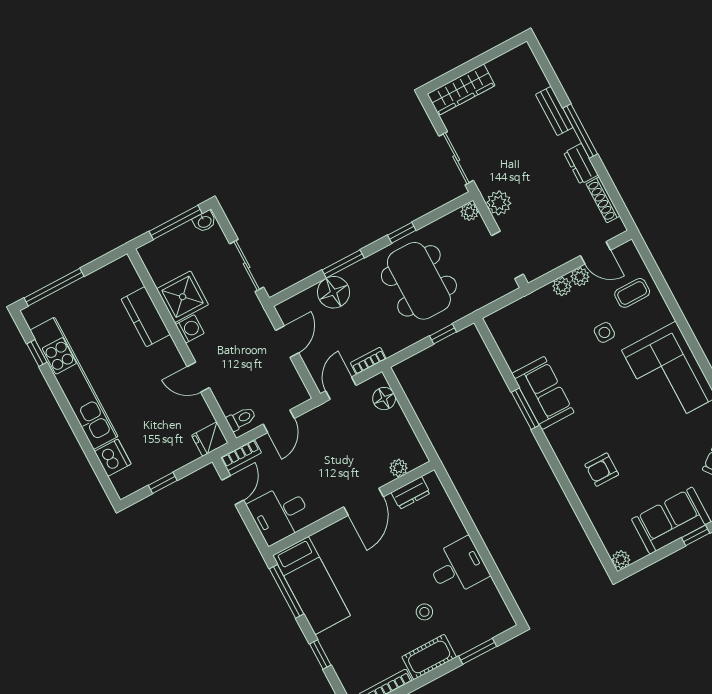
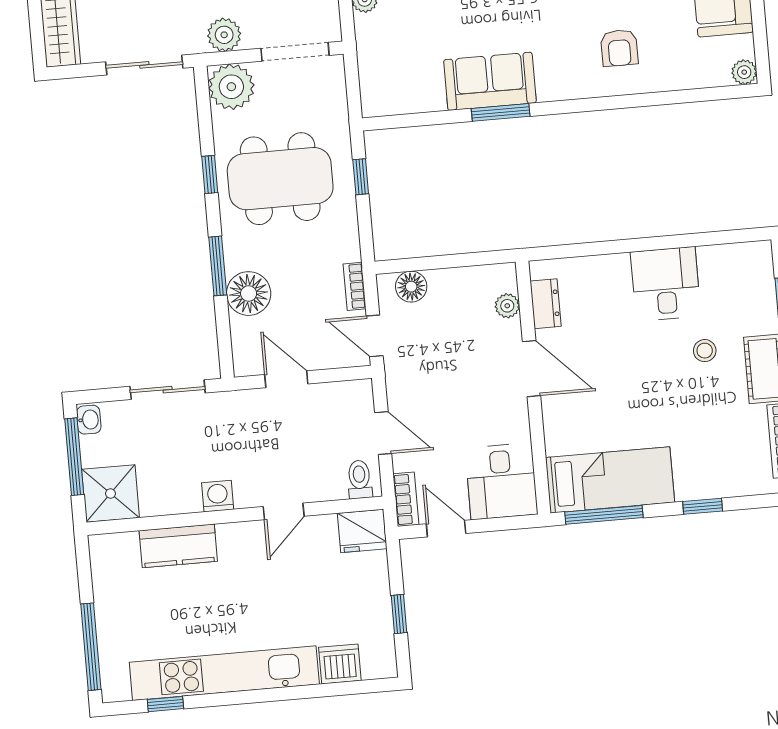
plant: (470, 212) -> (231, 87), width x1.87, depth x1.87
shower: (183, 297) -> (111, 494), moved
fridge: (210, 439) -> (362, 531), width x1.38

